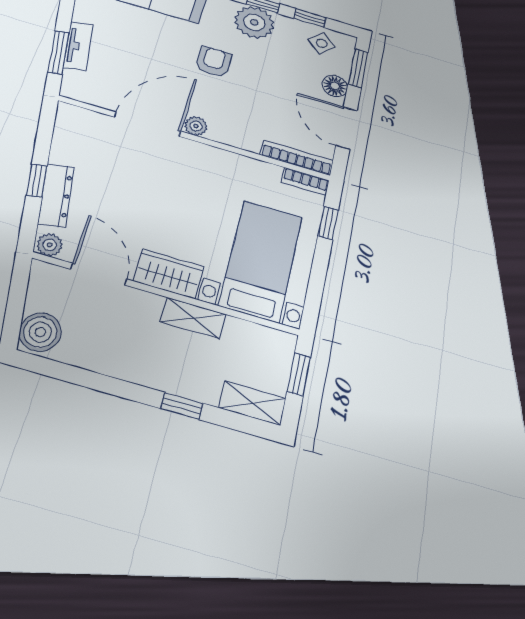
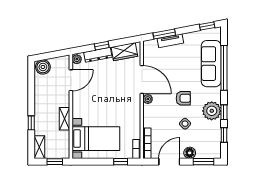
side table: (322, 43) -> (185, 124), moved
wardrobe: (169, 274) -> (124, 52), moved, turned 79

